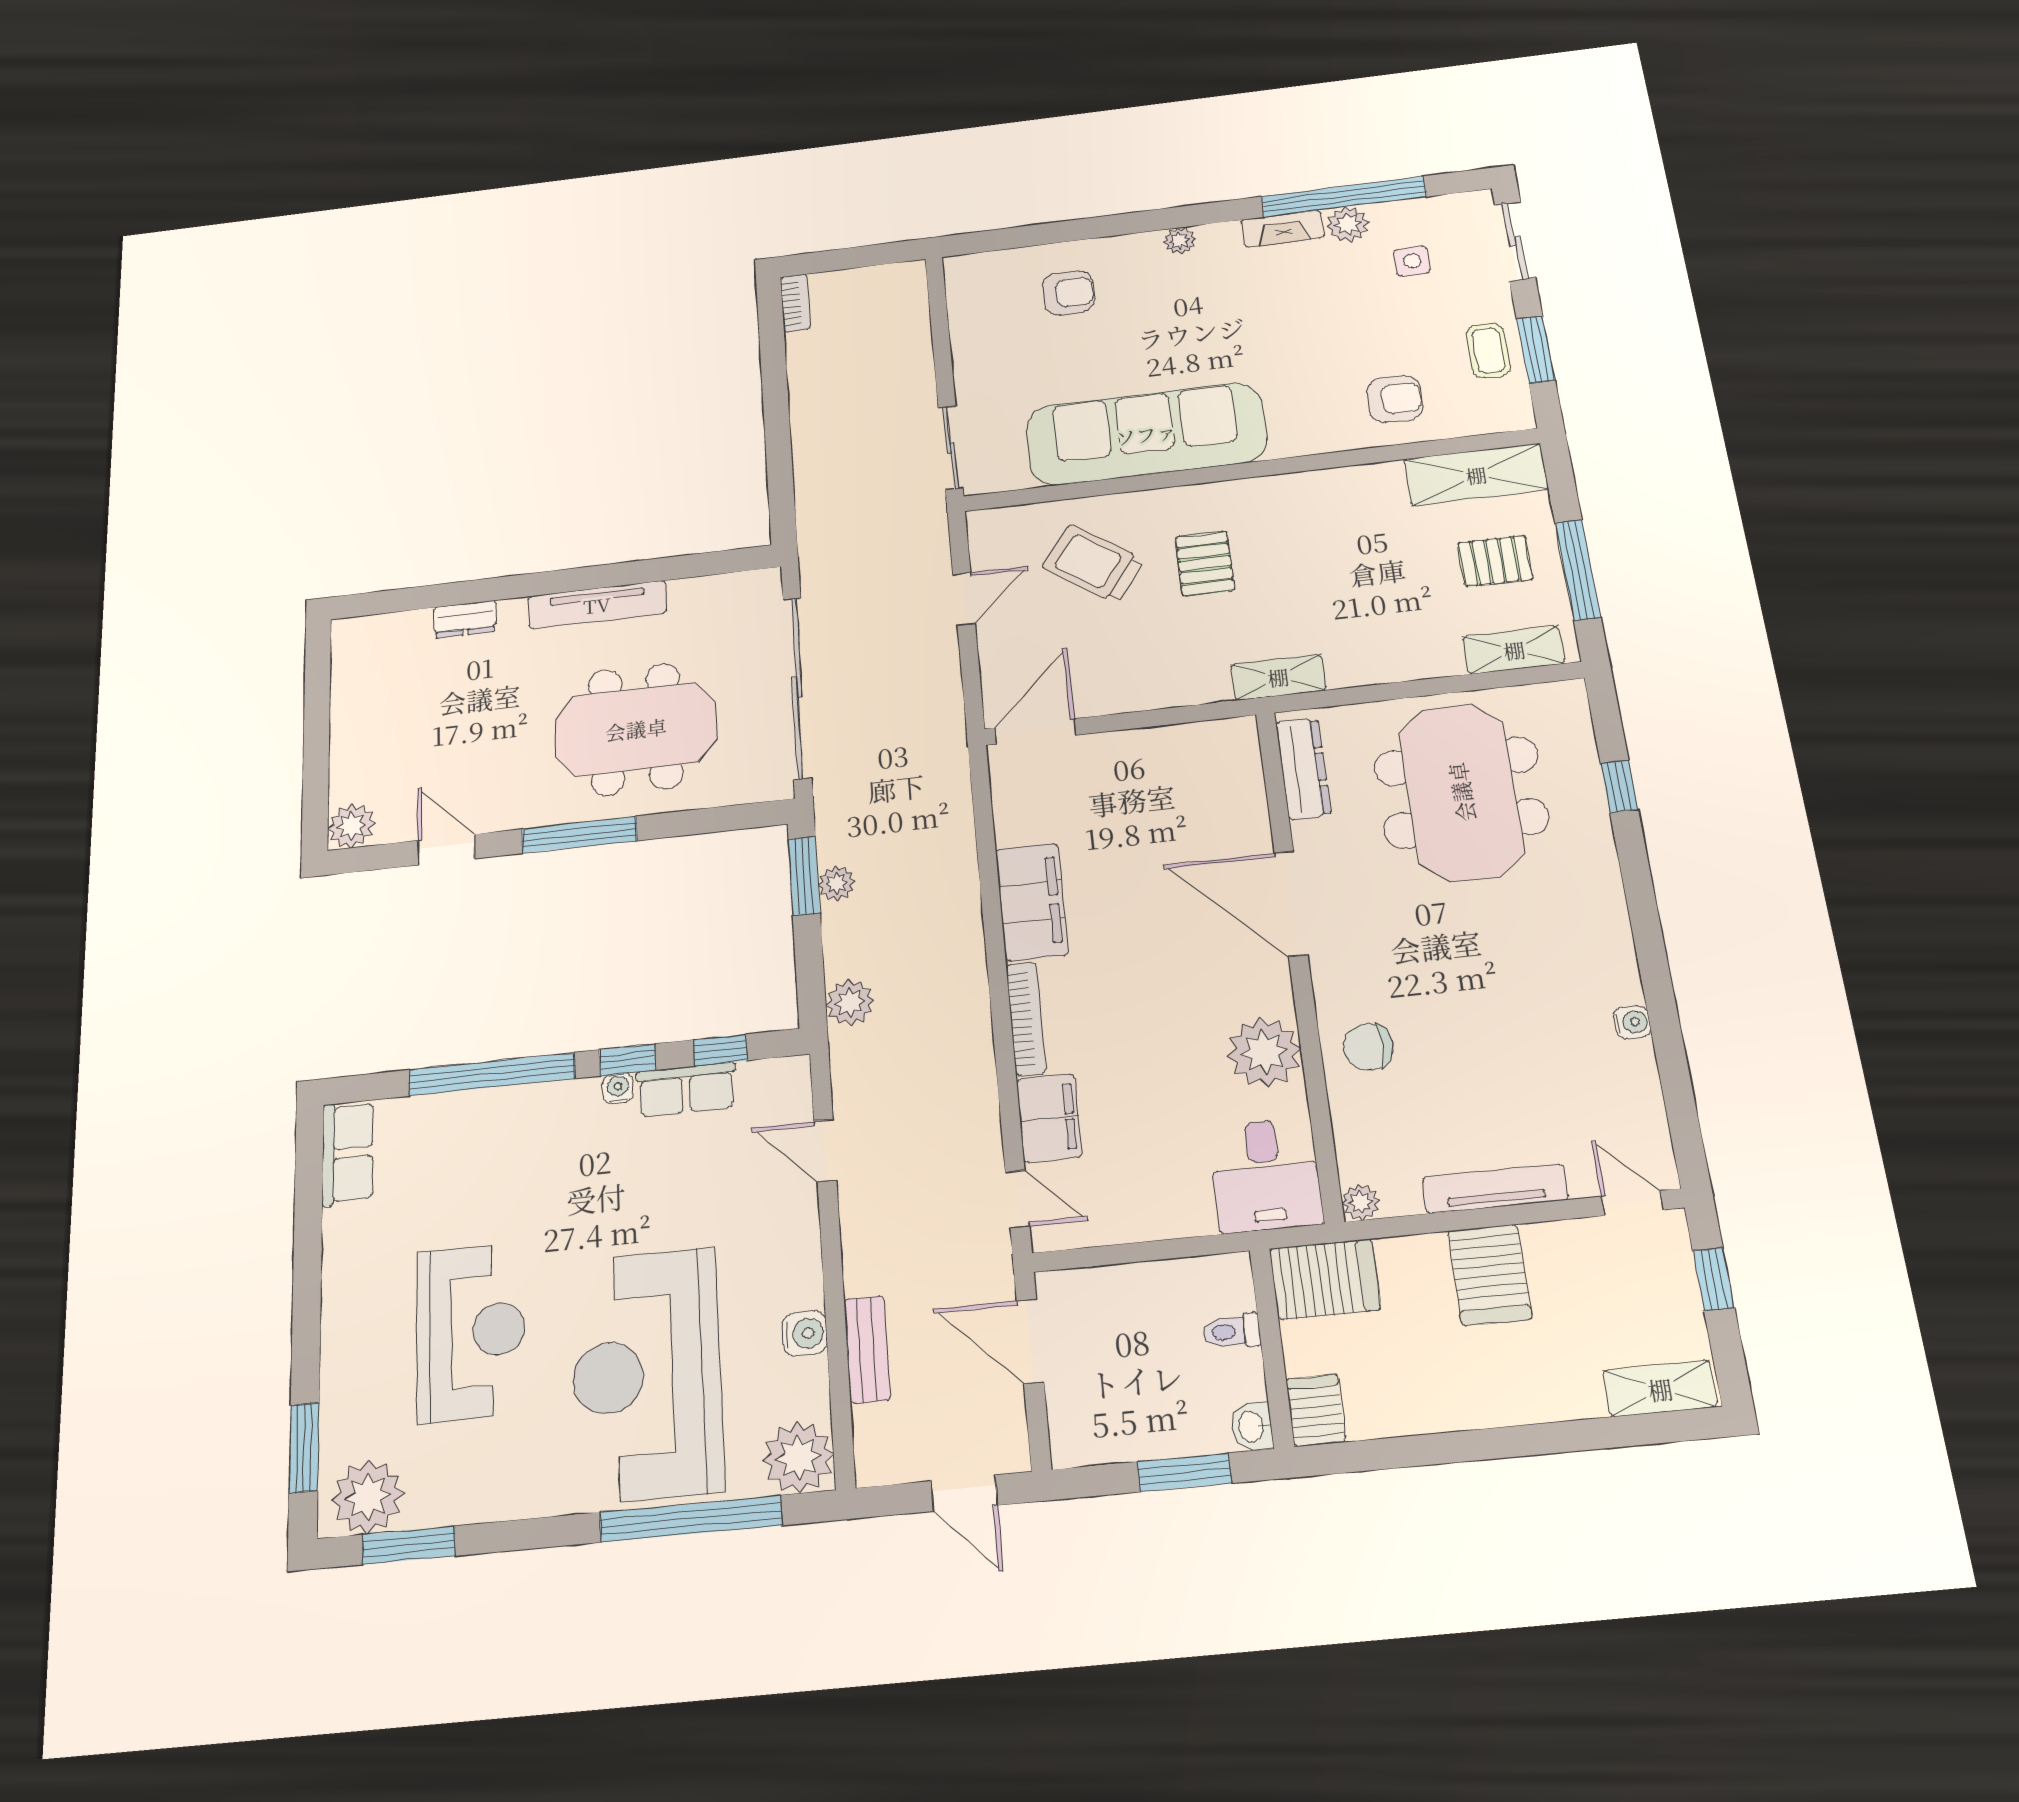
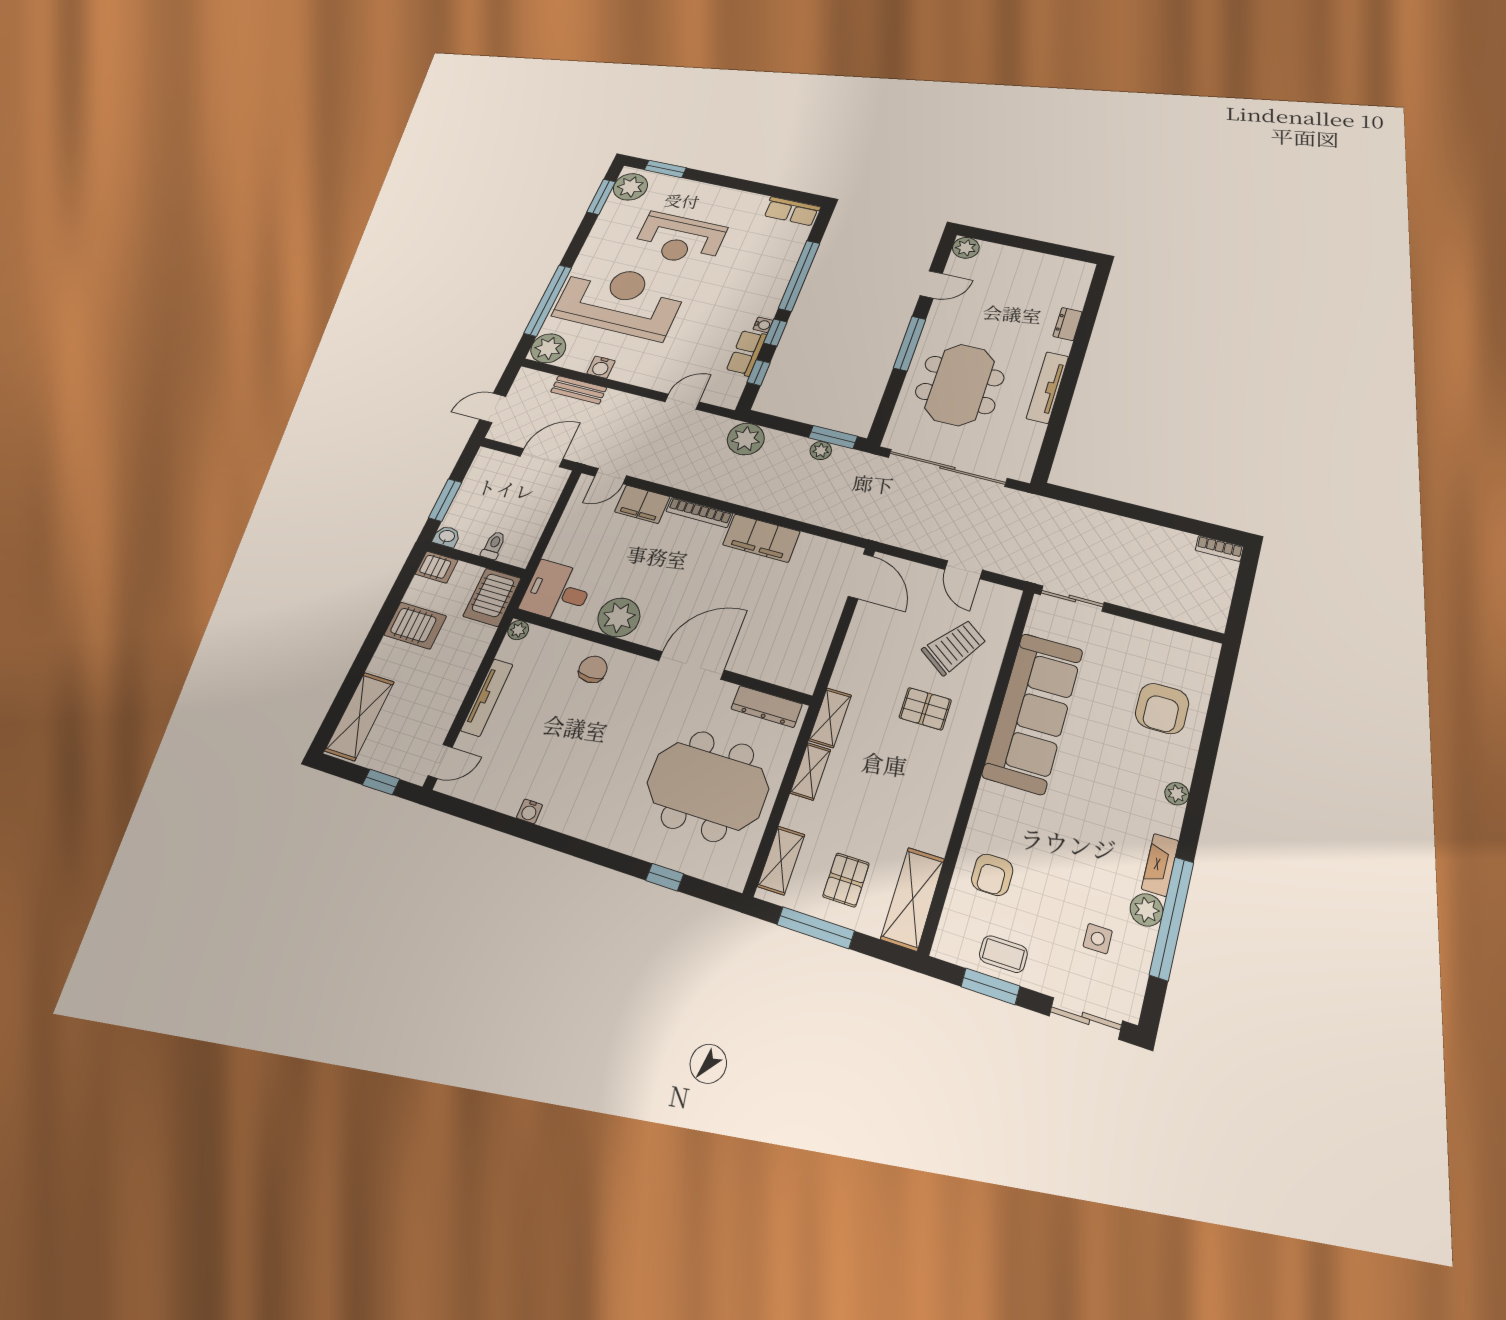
armchair: (1068, 293) -> (1162, 708), width x1.38, depth x1.38
shelving: (1370, 668) -> (810, 771), added
plant: (850, 1003) -> (746, 439), width x1.36, depth x1.36
server rack: (1490, 1275) -> (415, 626), moved, turned 180
shelving: (1660, 1389) -> (360, 716), width x1.50, depth x1.33

